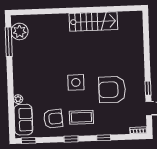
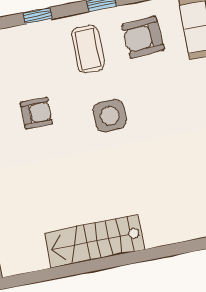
armchair: (112, 90) -> (36, 113), width x0.53, depth x0.53
coffee table: (81, 117) -> (88, 49), turned 90

